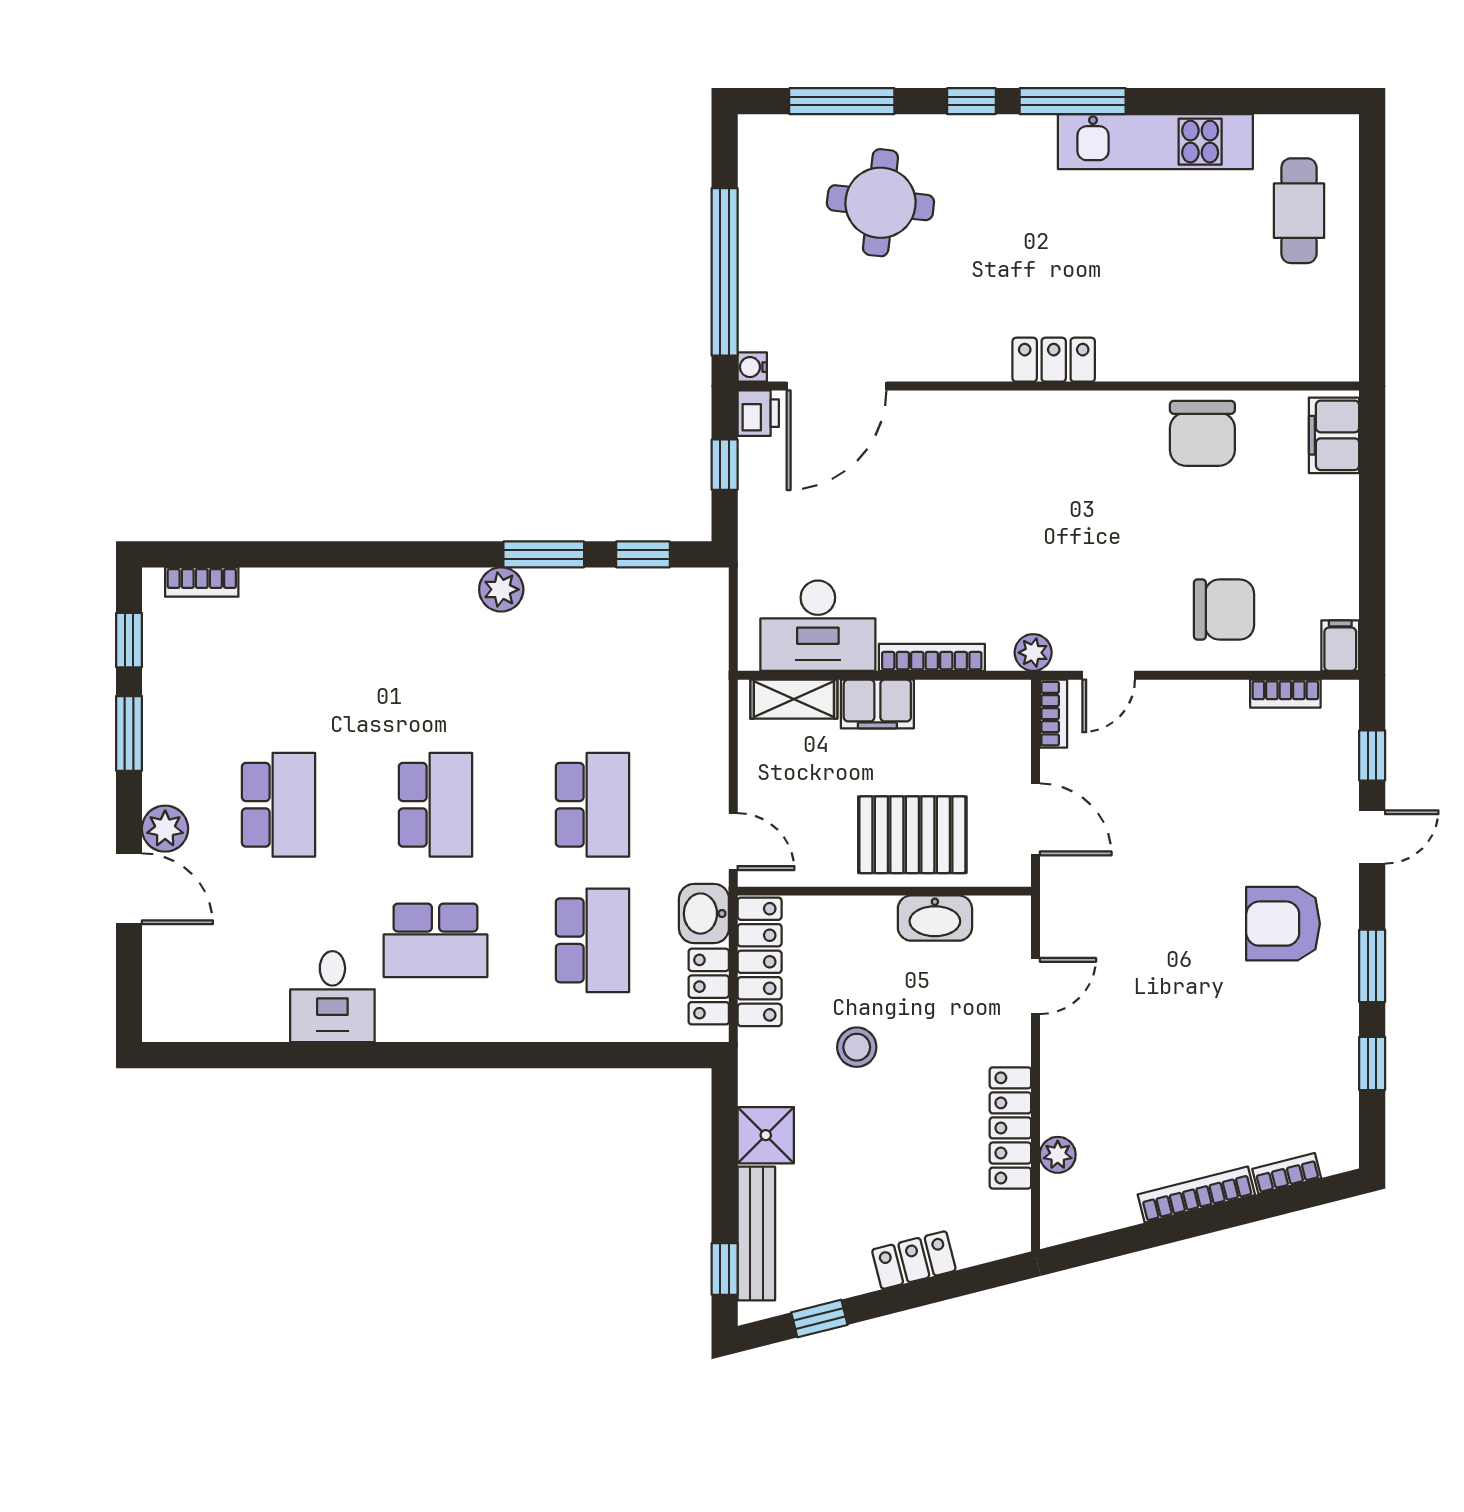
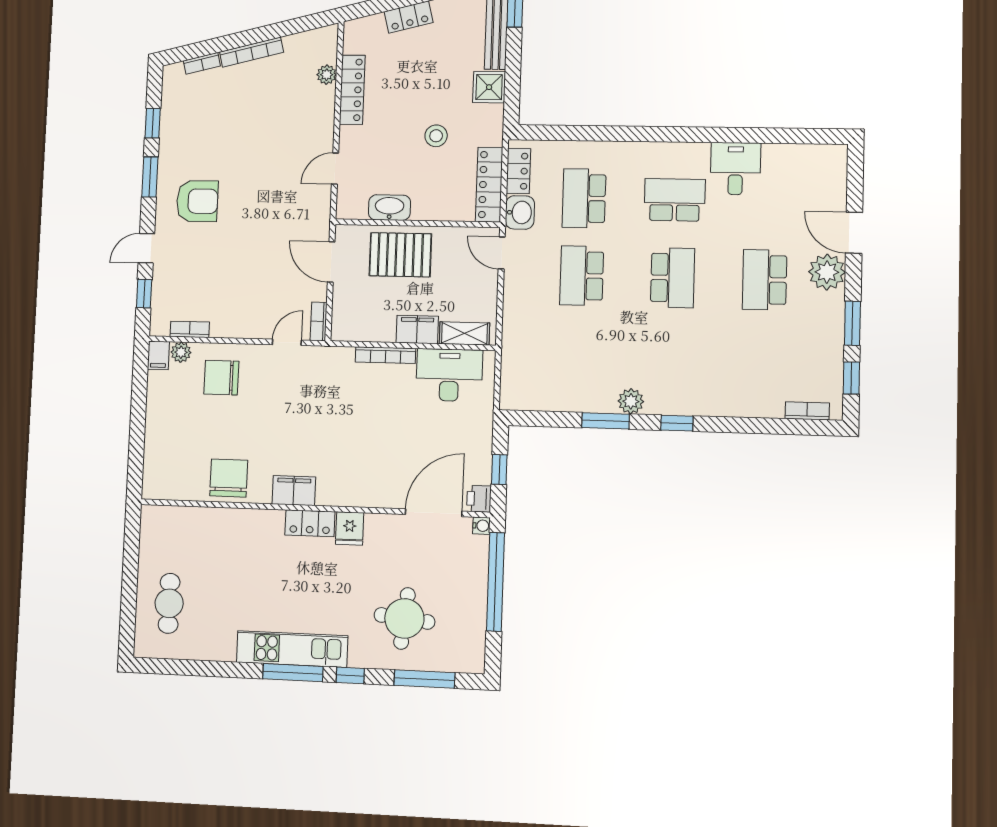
kitchen unit: (1155, 142) -> (292, 649), moved
fridge: (983, 353) -> (350, 529), added
filing cabinet: (1334, 435) -> (294, 491), moved, turned -90
window: (643, 554) -> (677, 423), moved
plant: (1033, 653) -> (181, 352), moved
school desk: (435, 805) -> (673, 278), turned 180
plant: (165, 829) -> (827, 272), width x1.36, depth x1.36

